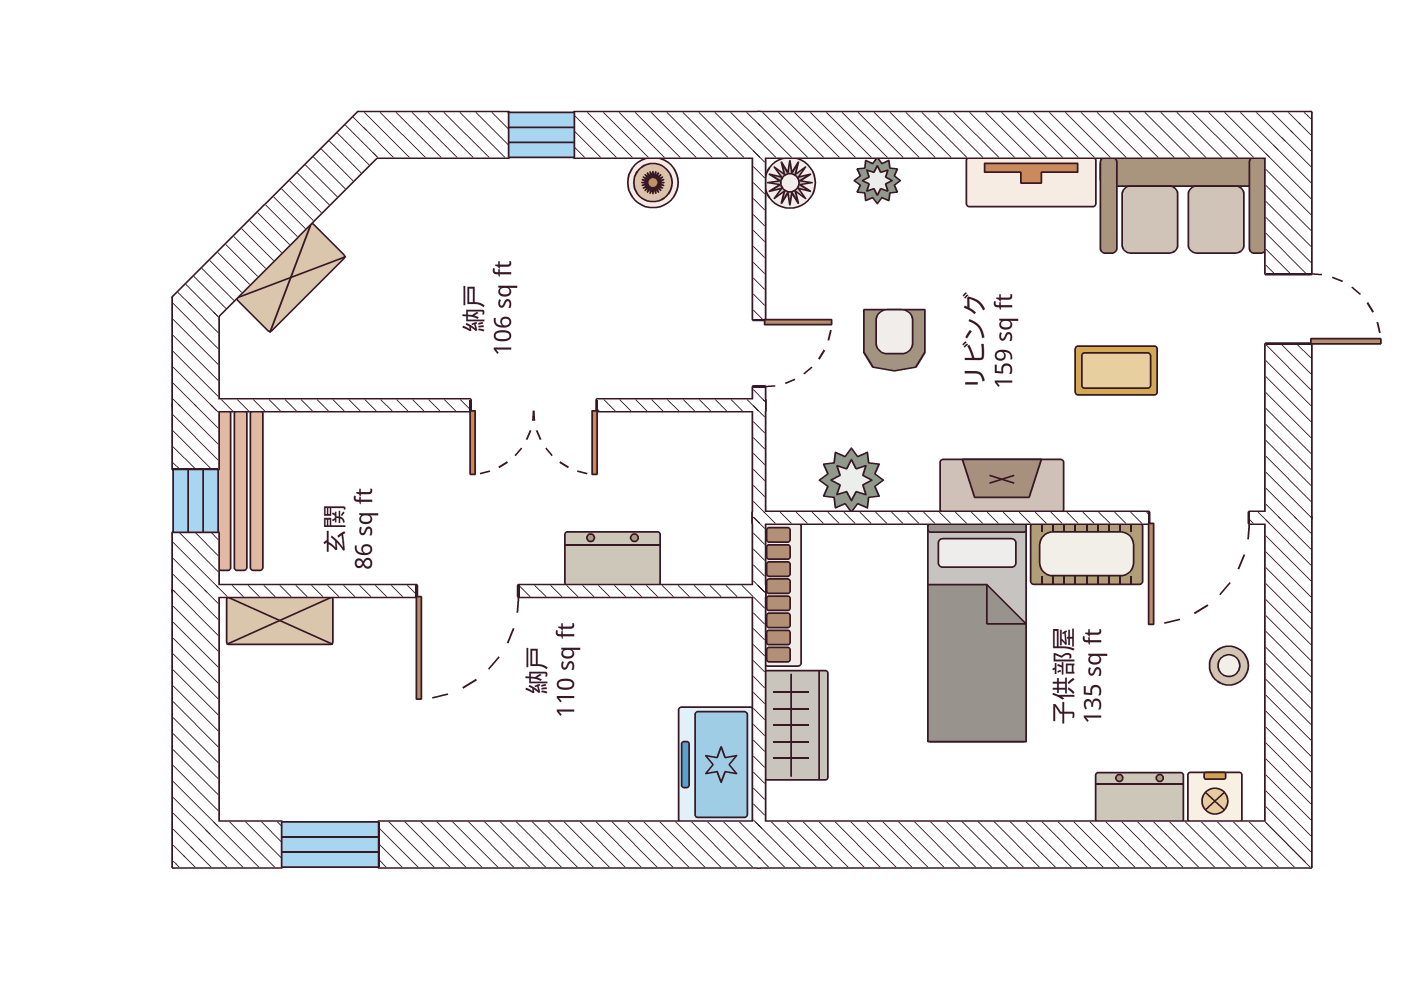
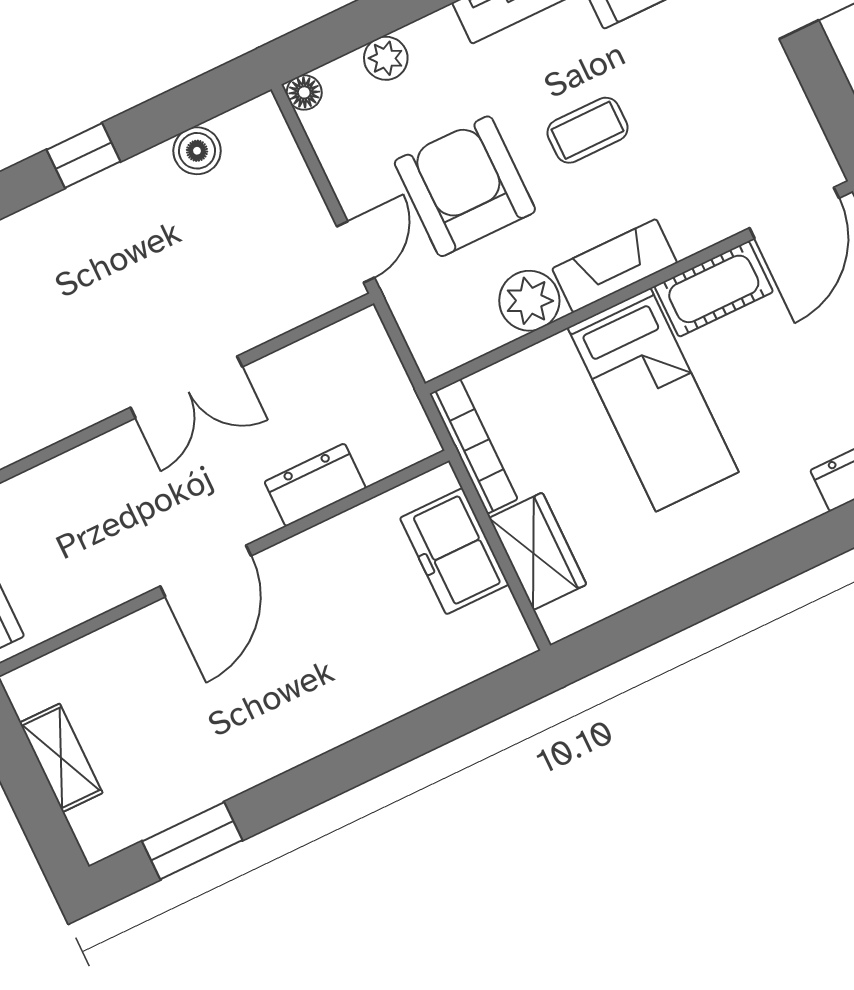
floor lamp: (790, 183) -> (304, 92), width x0.73, depth x0.73
armchair: (894, 340) -> (465, 186), width x1.88, depth x1.88
coffee table: (1116, 371) -> (588, 130), moved
plant: (851, 480) -> (529, 301), moved
shelving: (280, 621) -> (61, 758), moved, turned 90
freezer: (716, 765) -> (454, 551), moved

